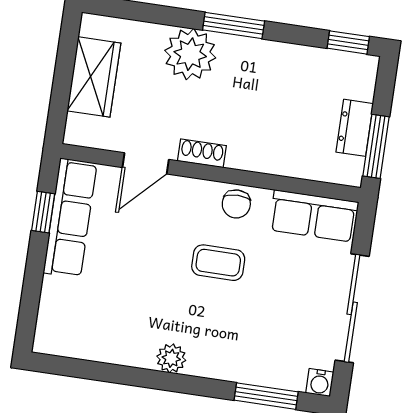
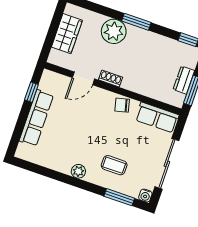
chair: (236, 204) -> (122, 105), turned 76
row of seats: (70, 218) -> (36, 118), moved
coffee table: (218, 263) -> (114, 165), moved

